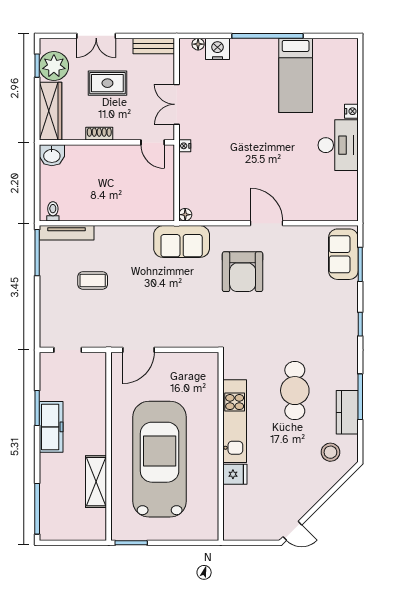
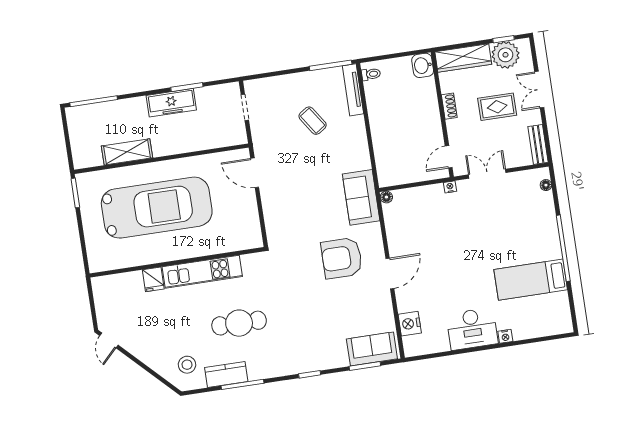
nightstand: (217, 49) -> (410, 324), moved, turned 180
rug: (107, 83) -> (497, 107), turned 90
coffee table: (93, 280) -> (313, 121), turned -34

